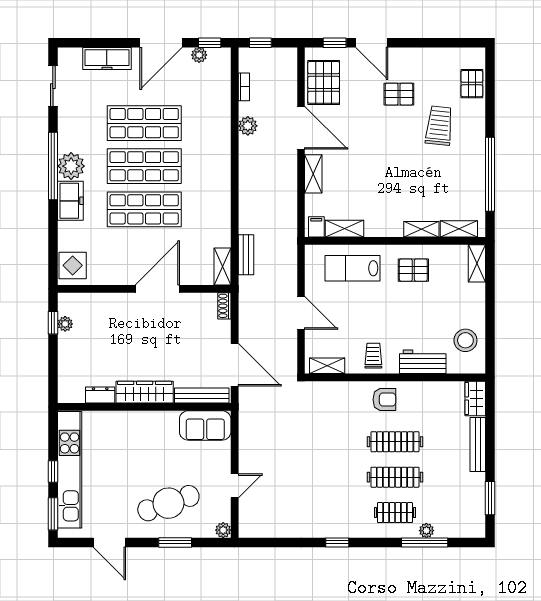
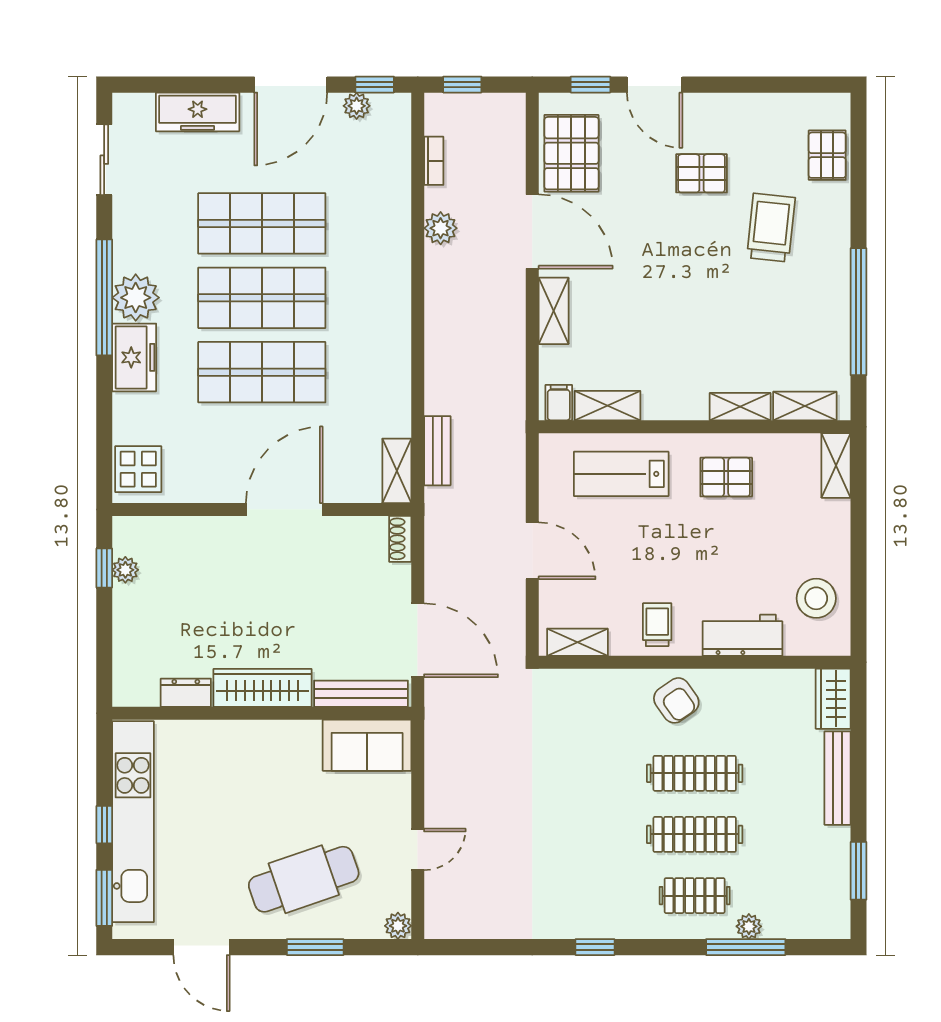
armchair: (384, 400) -> (676, 700), turned 55

